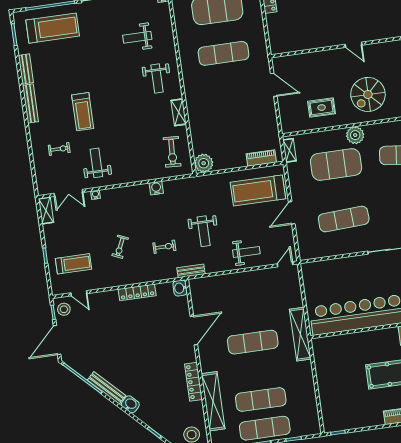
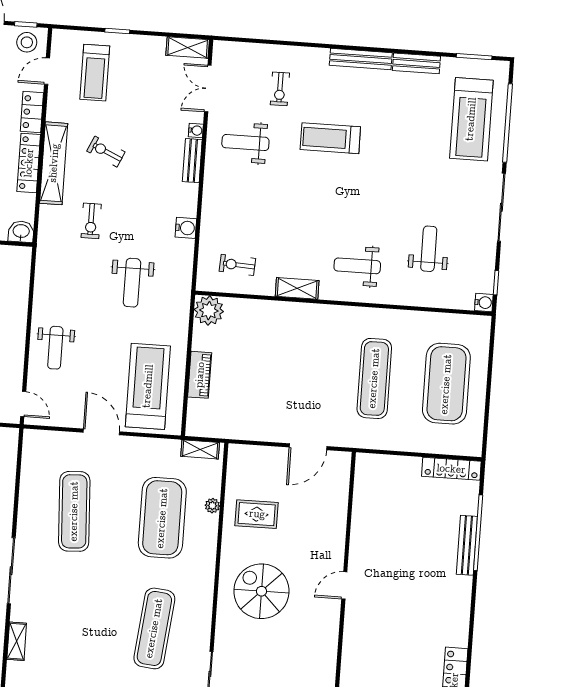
rug: (322, 108) -> (257, 514), turned 90
plant: (355, 135) -> (212, 506), moved, width x0.53, depth x0.53
exercise bike: (172, 152) -> (237, 265), width x0.73, depth x0.72
piano: (261, 158) -> (200, 375), moved
weight bench: (96, 163) -> (245, 143), turned 180
weight bench: (204, 231) -> (132, 283), moved, turned -90
bench: (191, 271) -> (192, 161), moved
shelving: (134, 277) -> (54, 163), added
locker: (106, 297) -> (32, 112), added

